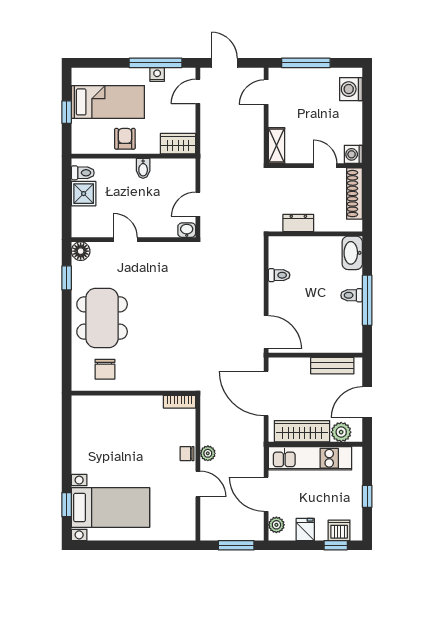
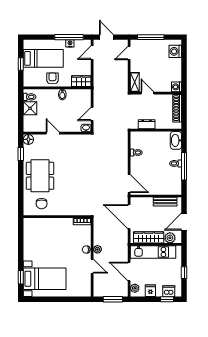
door: (325, 166) -> (147, 93), moved

